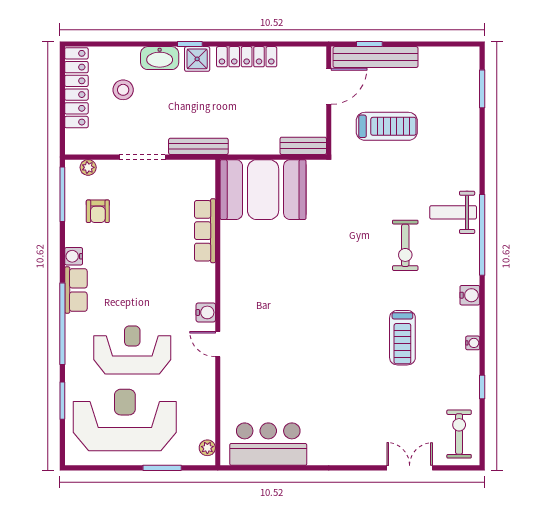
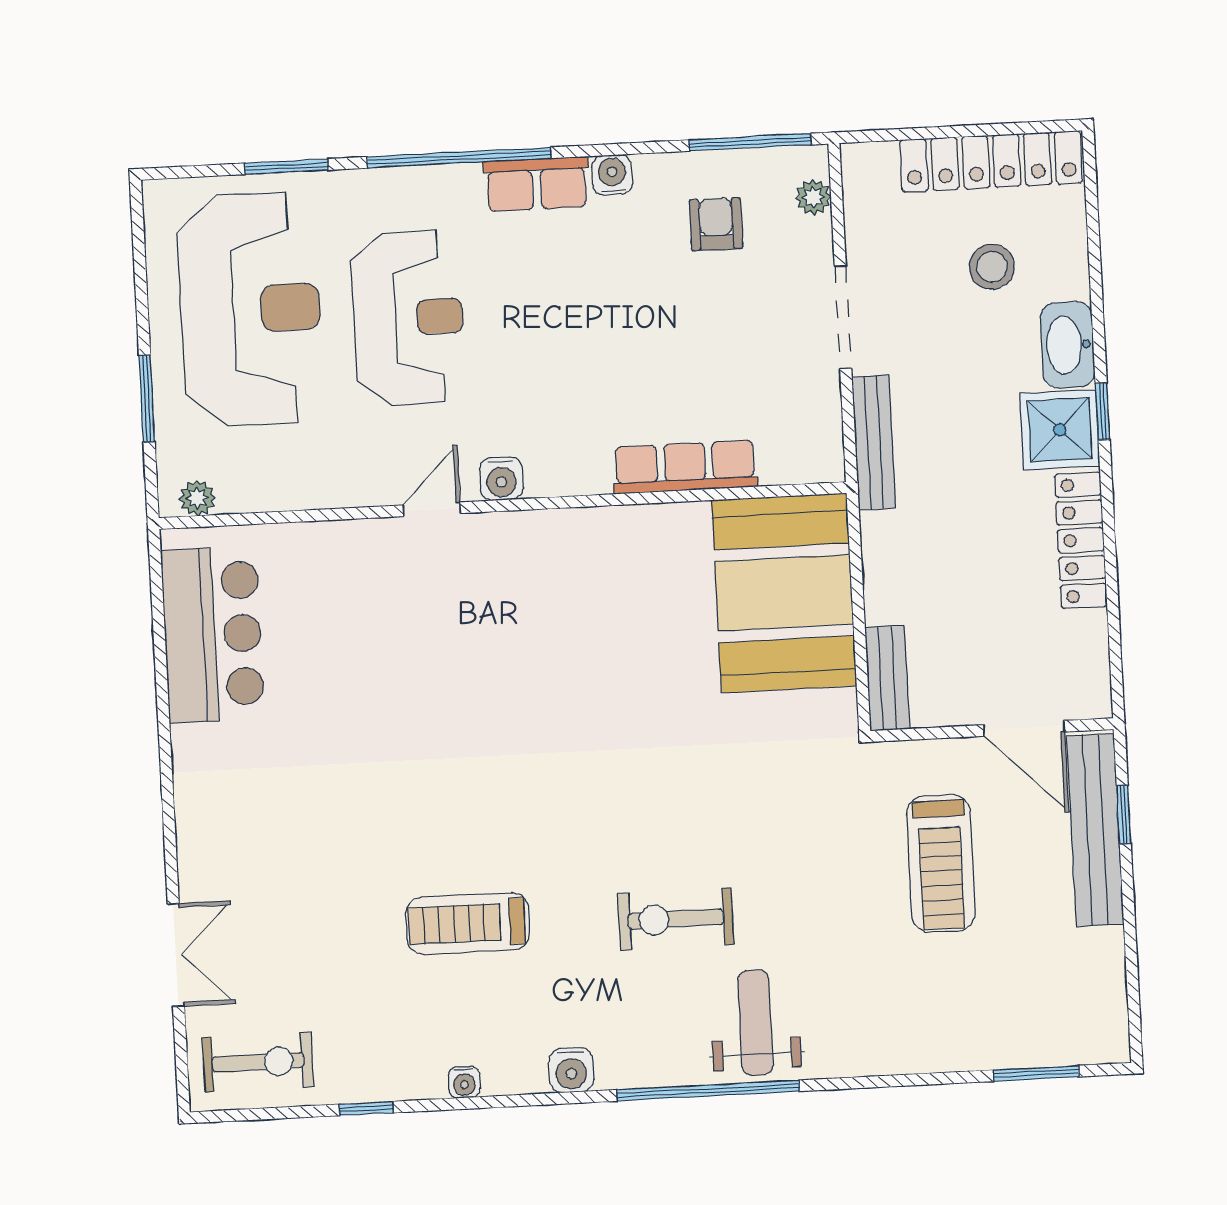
shower: (197, 59) -> (1060, 430), width x1.36, depth x1.36
armchair: (98, 211) -> (716, 224), turned 90

